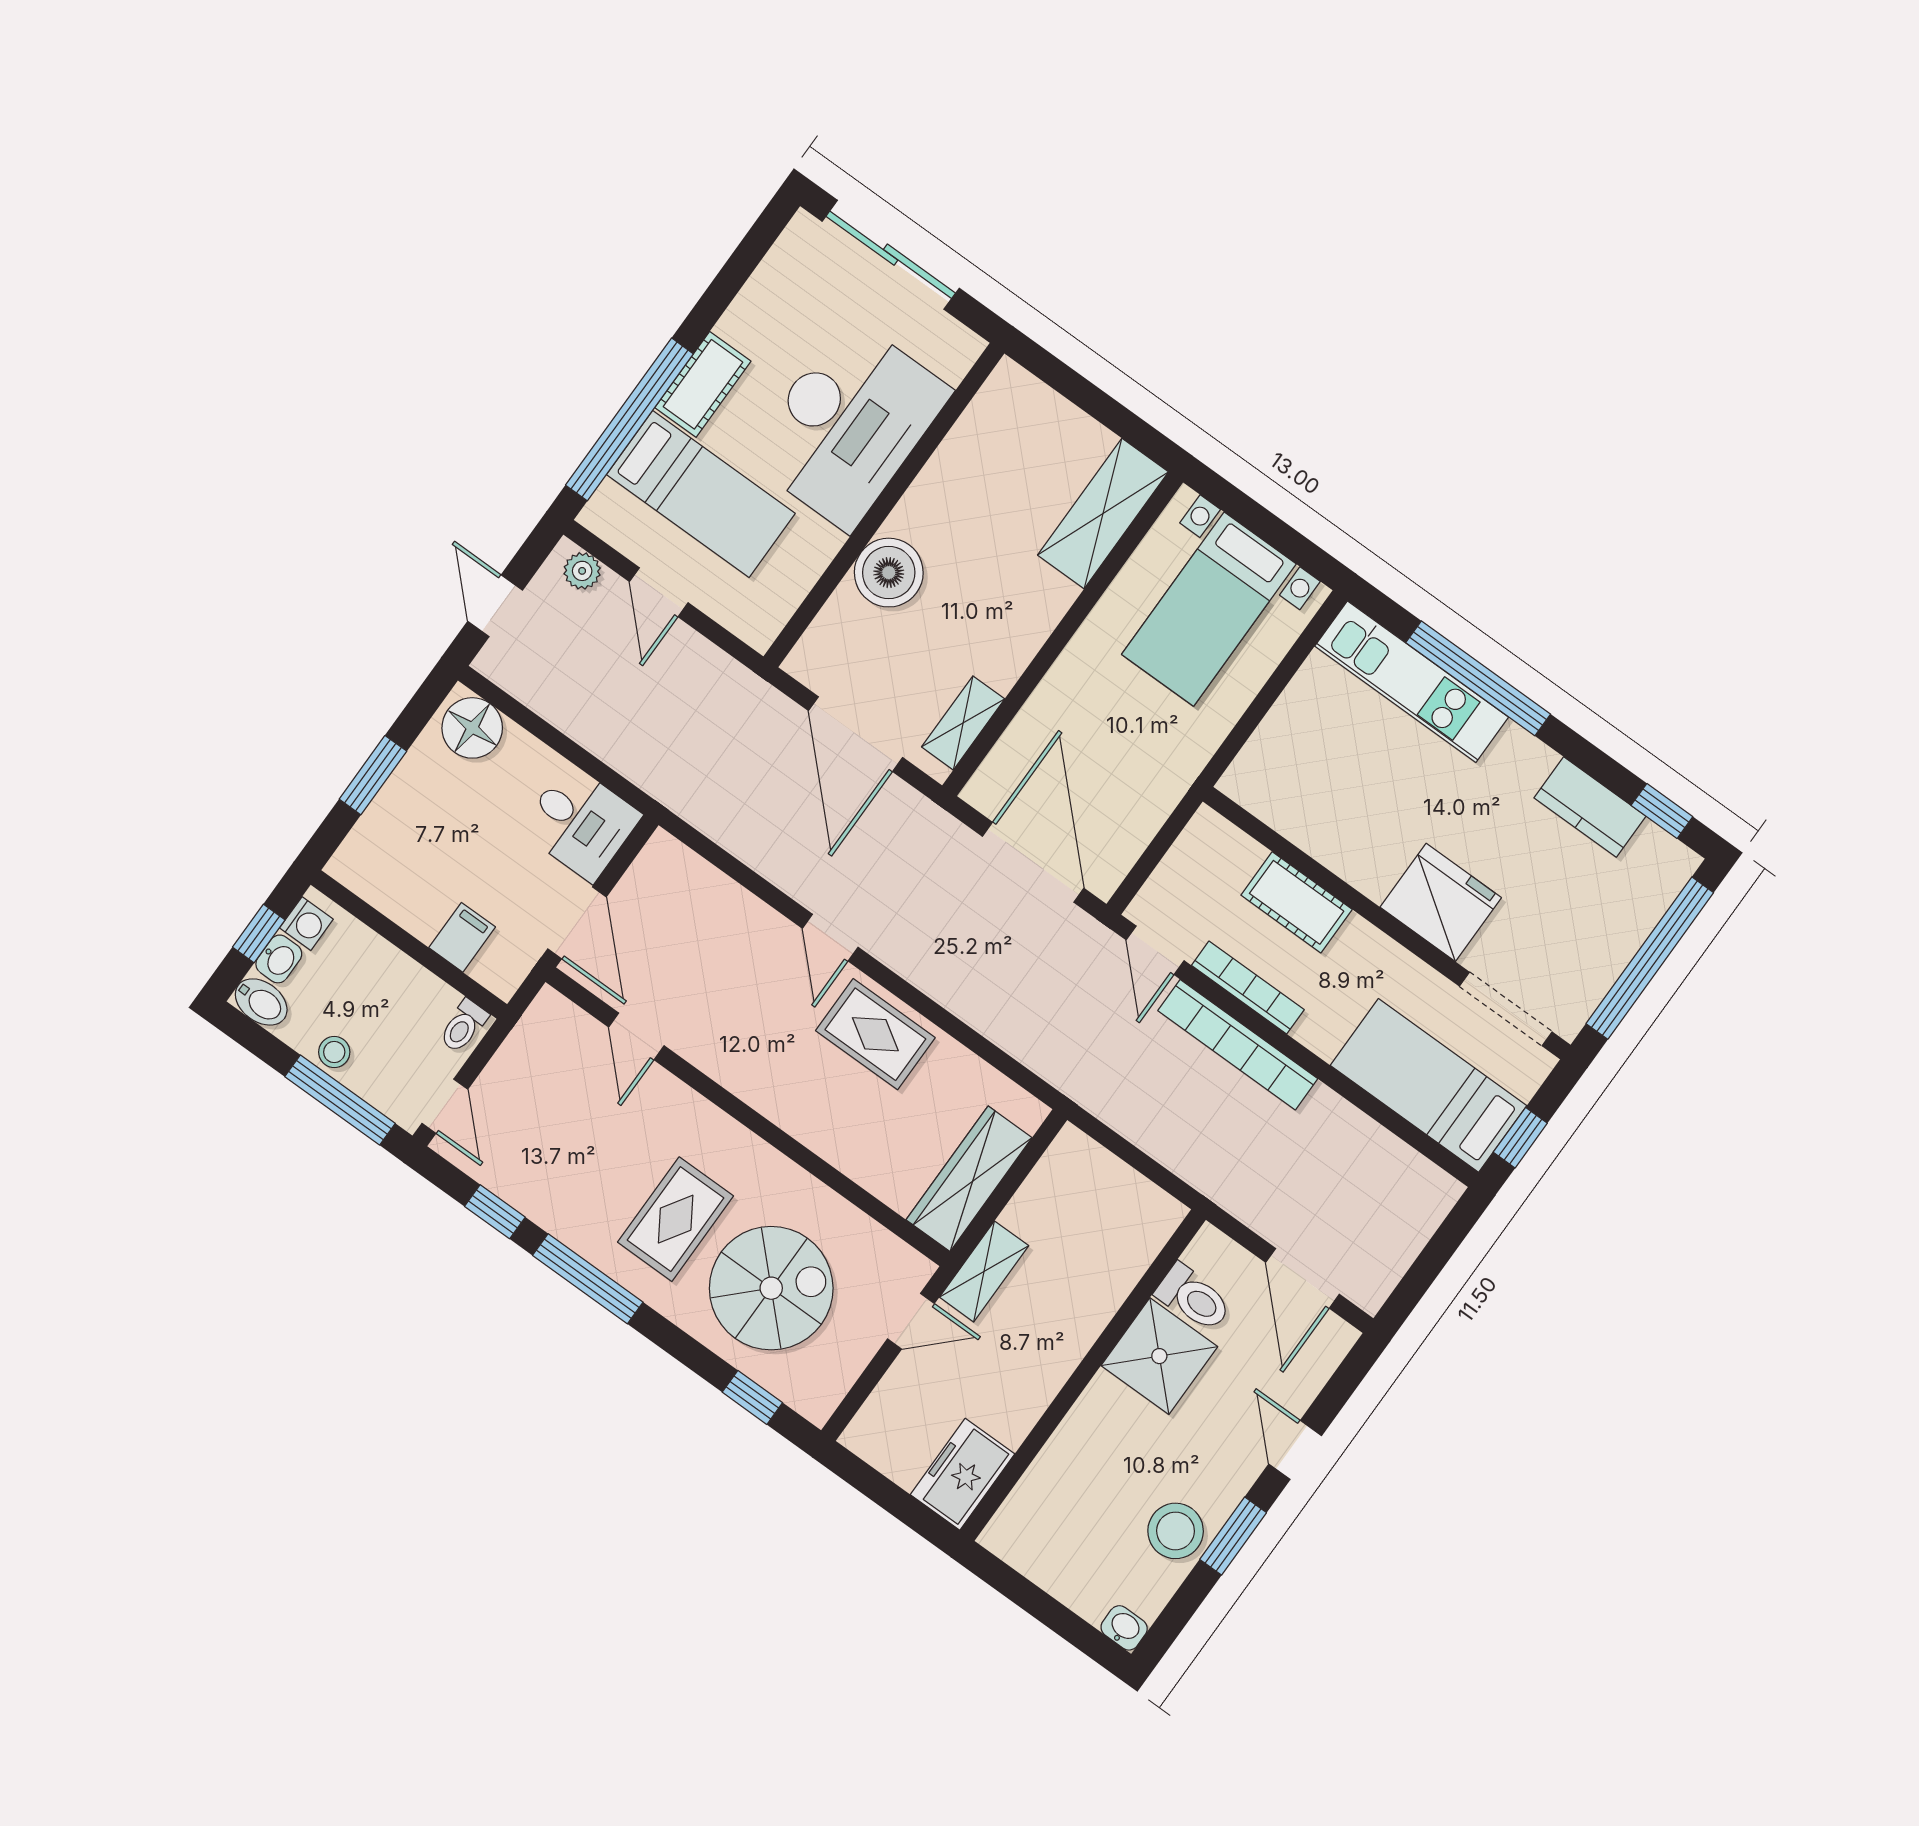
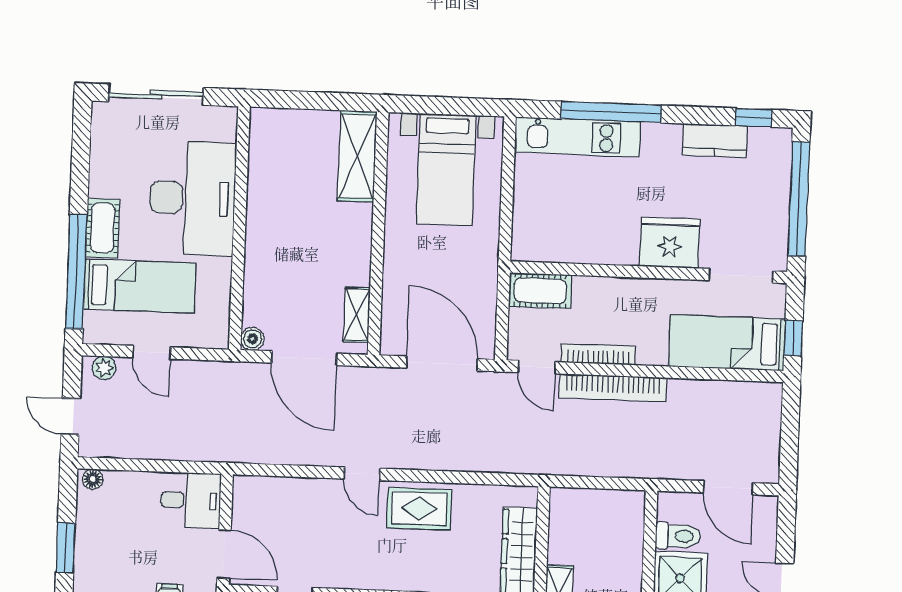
boiler: (889, 573) -> (252, 339), moved, width x0.54, depth x0.54
floor lamp: (472, 728) -> (93, 479), width x0.53, depth x0.53
cot: (1297, 902) -> (540, 291), moved

